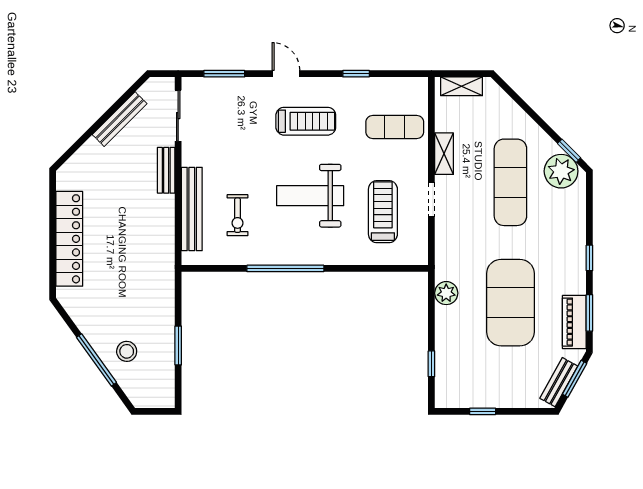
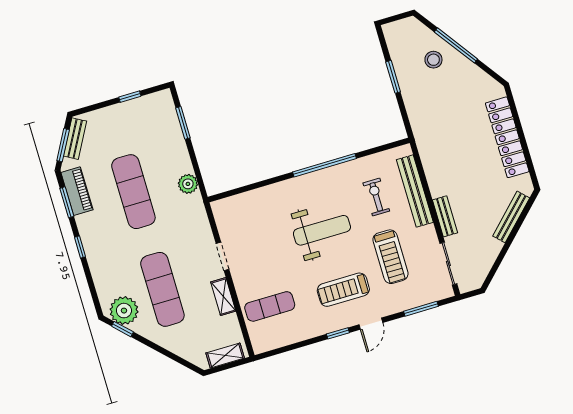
door: (286, 74) -> (371, 324), hinge flipped
window: (356, 74) -> (338, 333), moved
bench: (120, 119) -> (511, 217), moved
treadmill: (383, 212) -> (390, 257), moved
exercise mat: (510, 303) -> (133, 192), width x0.68
window: (431, 364) -> (183, 123), width x1.50

